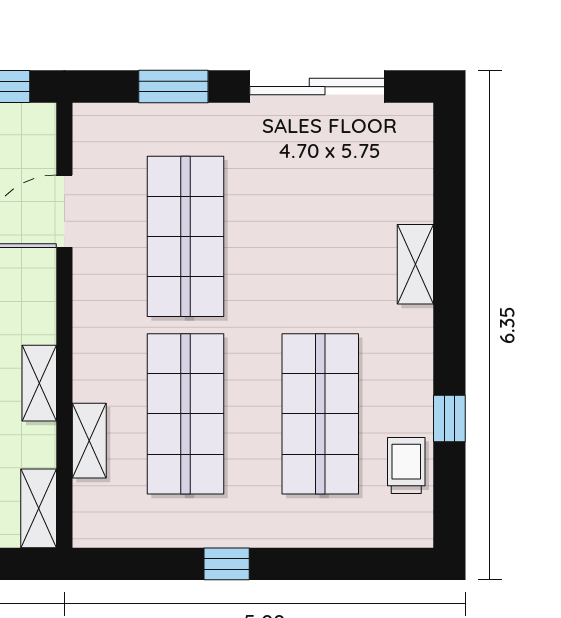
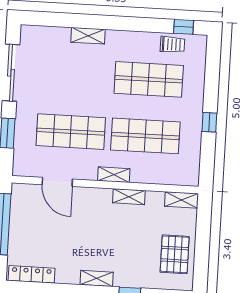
window: (449, 418) -> (184, 27), moved
shelving: (89, 441) -> (114, 175), moved
trolley: (406, 466) -> (172, 44), turned 180

